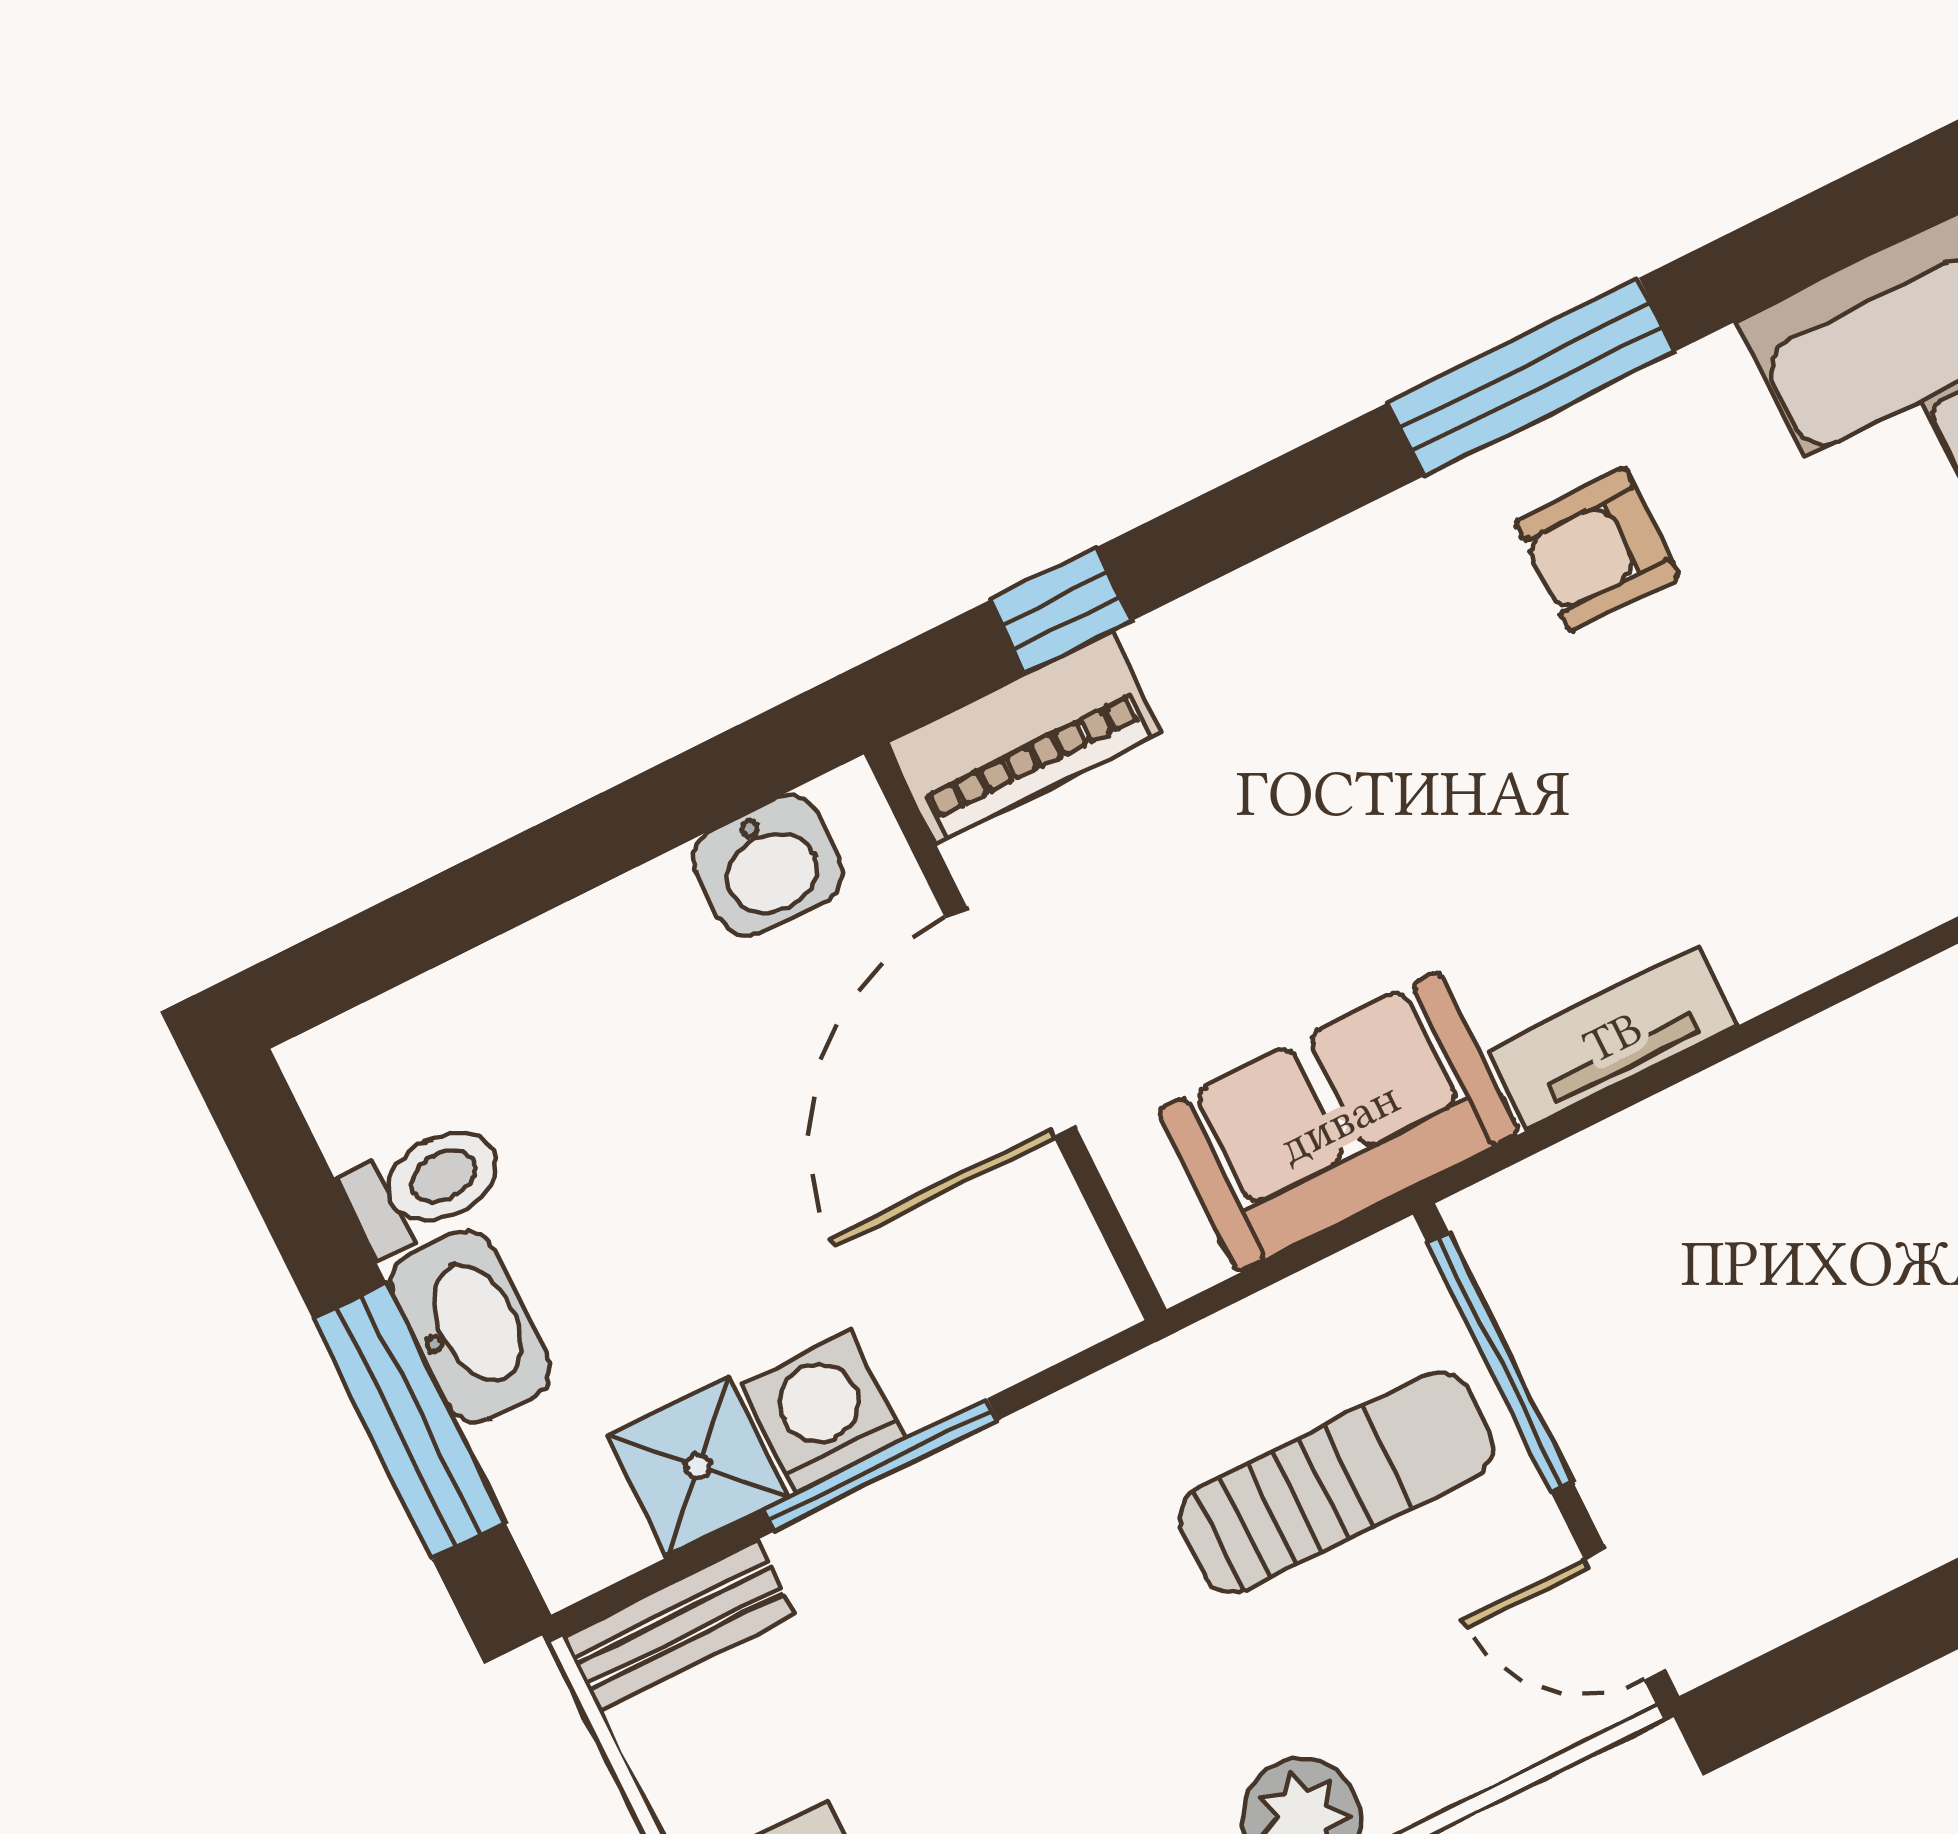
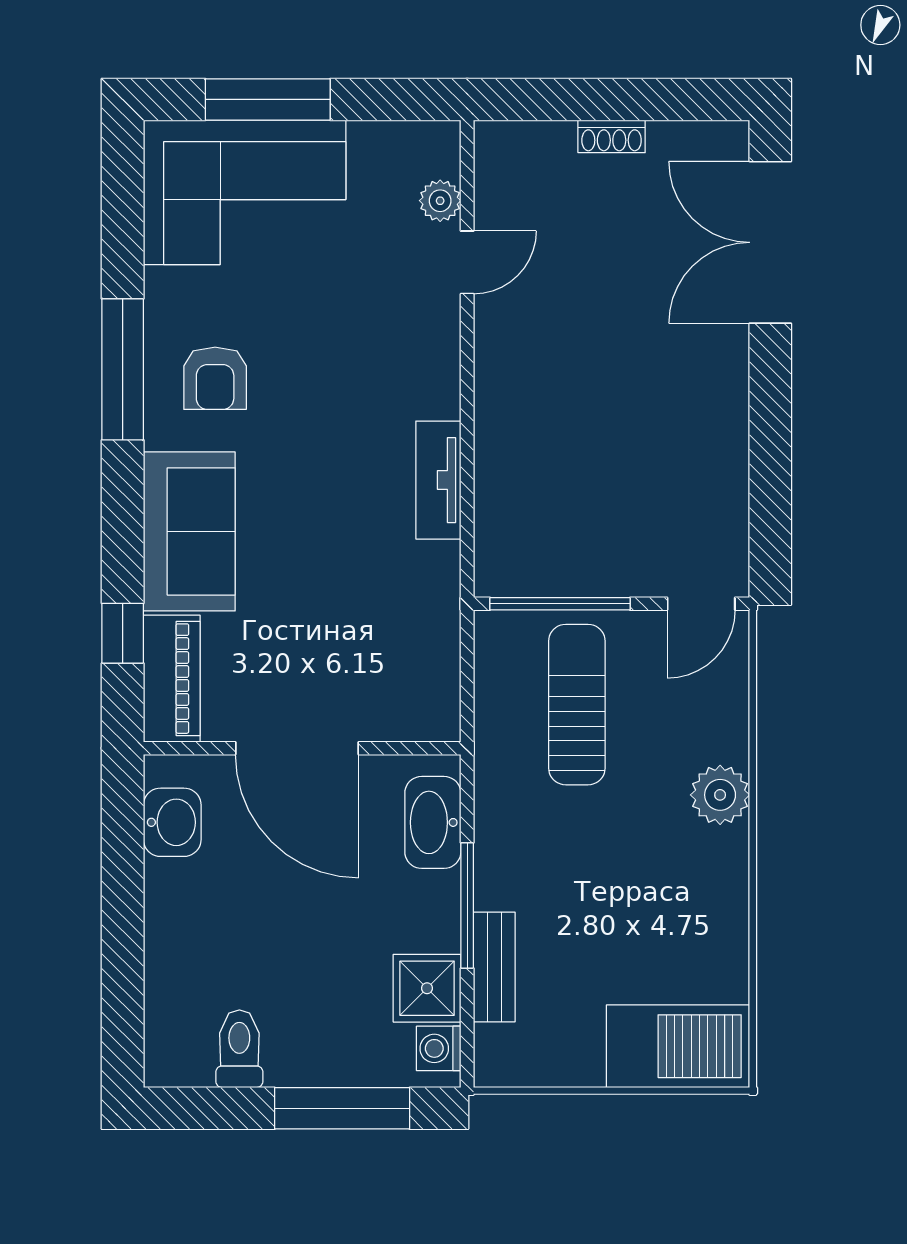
sofa: (1339, 1122) -> (189, 531), moved, turned 180
washbasin: (470, 1326) -> (433, 822), moved, turned -90
washing machine: (823, 1412) -> (439, 1048), moved, width x0.73, depth x0.73
bench: (678, 1626) -> (494, 967), moved

